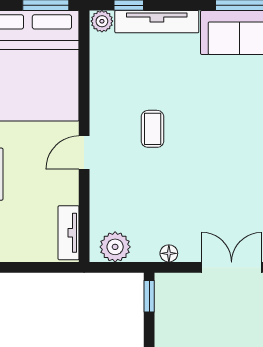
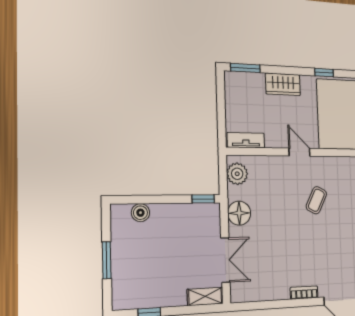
coffee table: (153, 129) -> (316, 200), turned -63
floor lamp: (169, 253) -> (239, 213), width x1.89, depth x1.89

